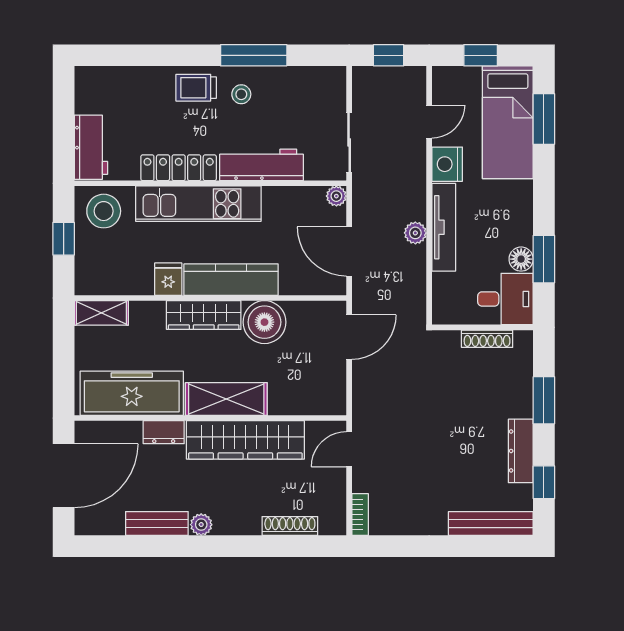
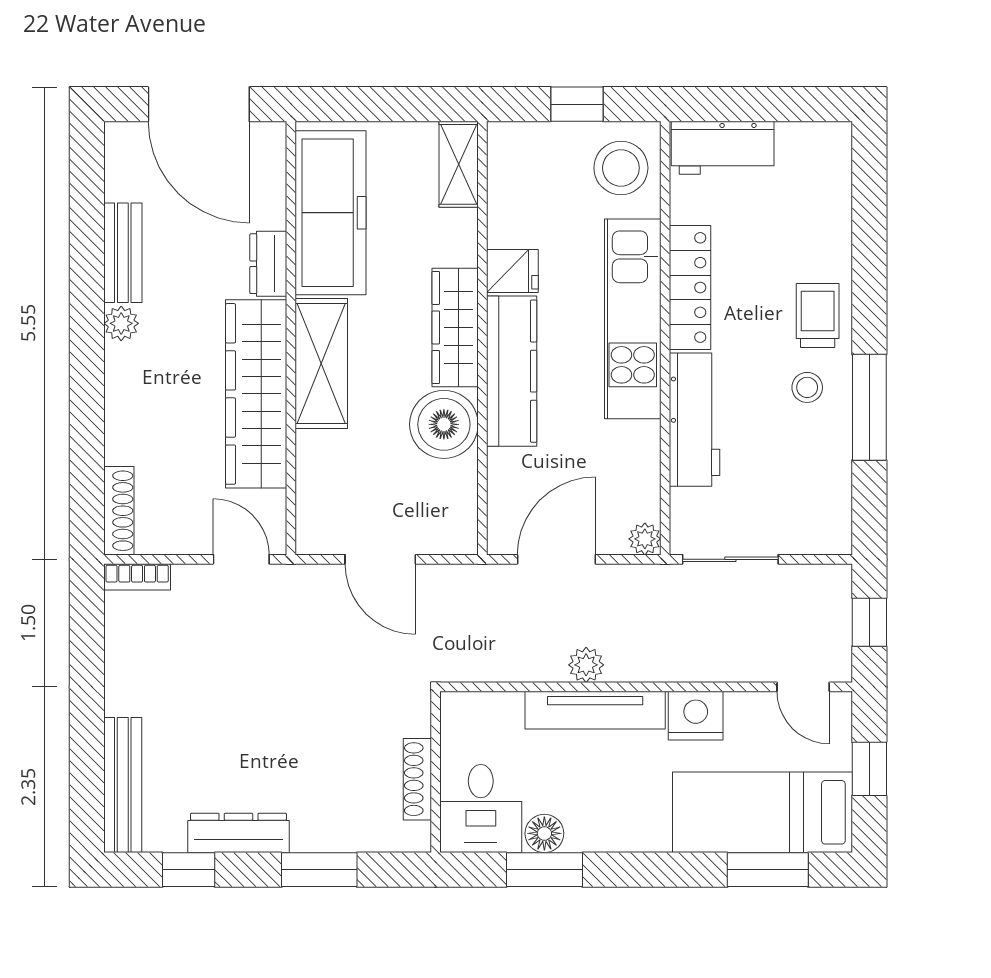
door: (429, 122) -> (803, 687), moved
door: (349, 337) -> (380, 559), moved
shoe rack: (290, 526) -> (119, 511), moved

